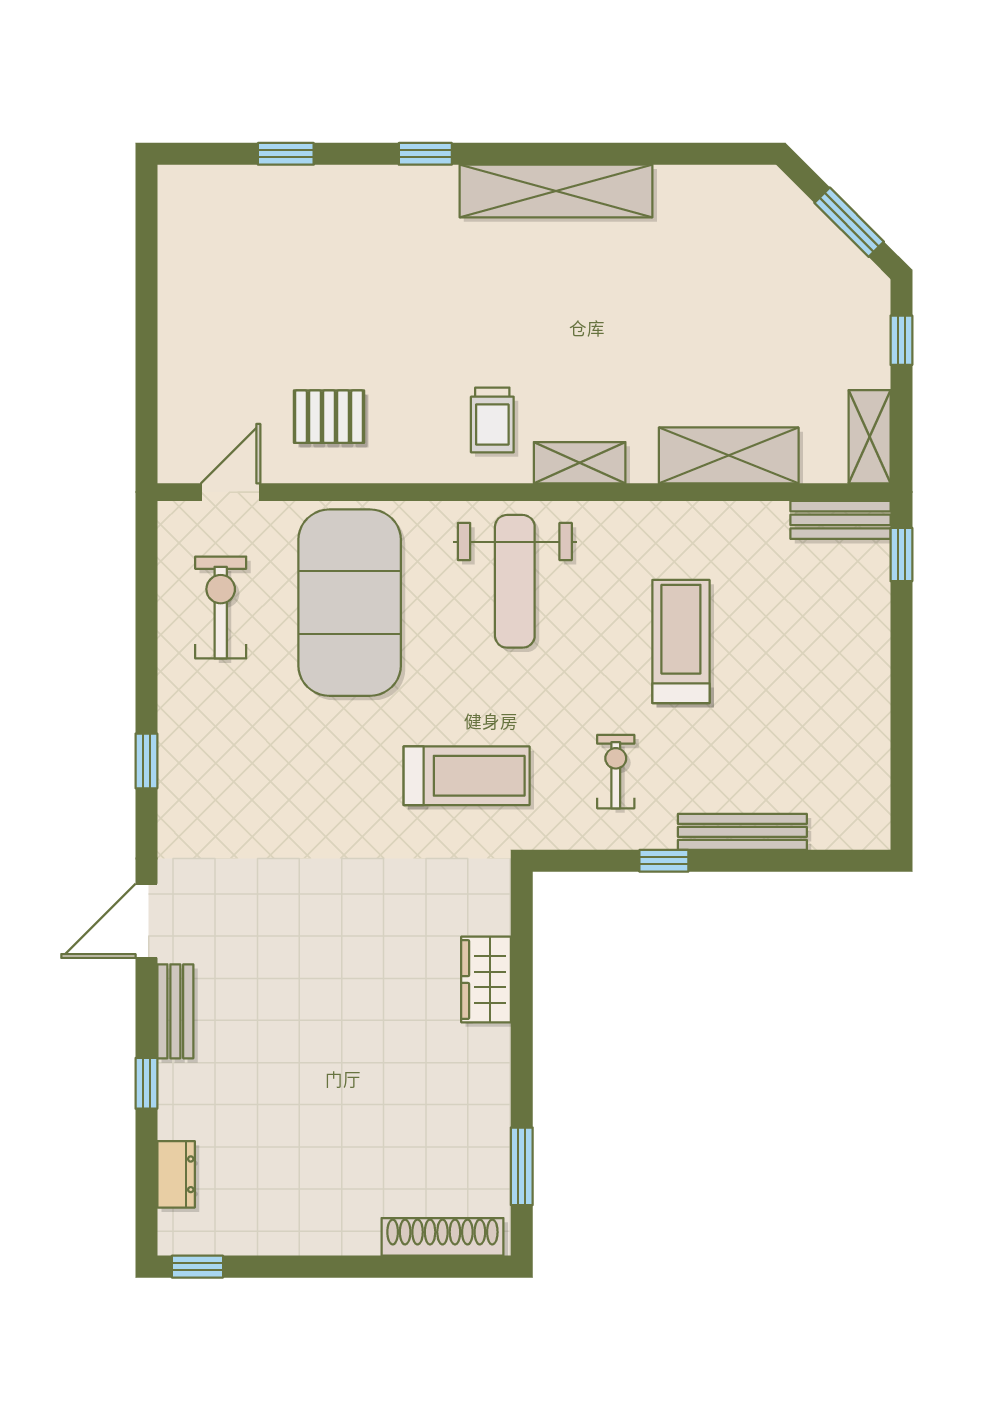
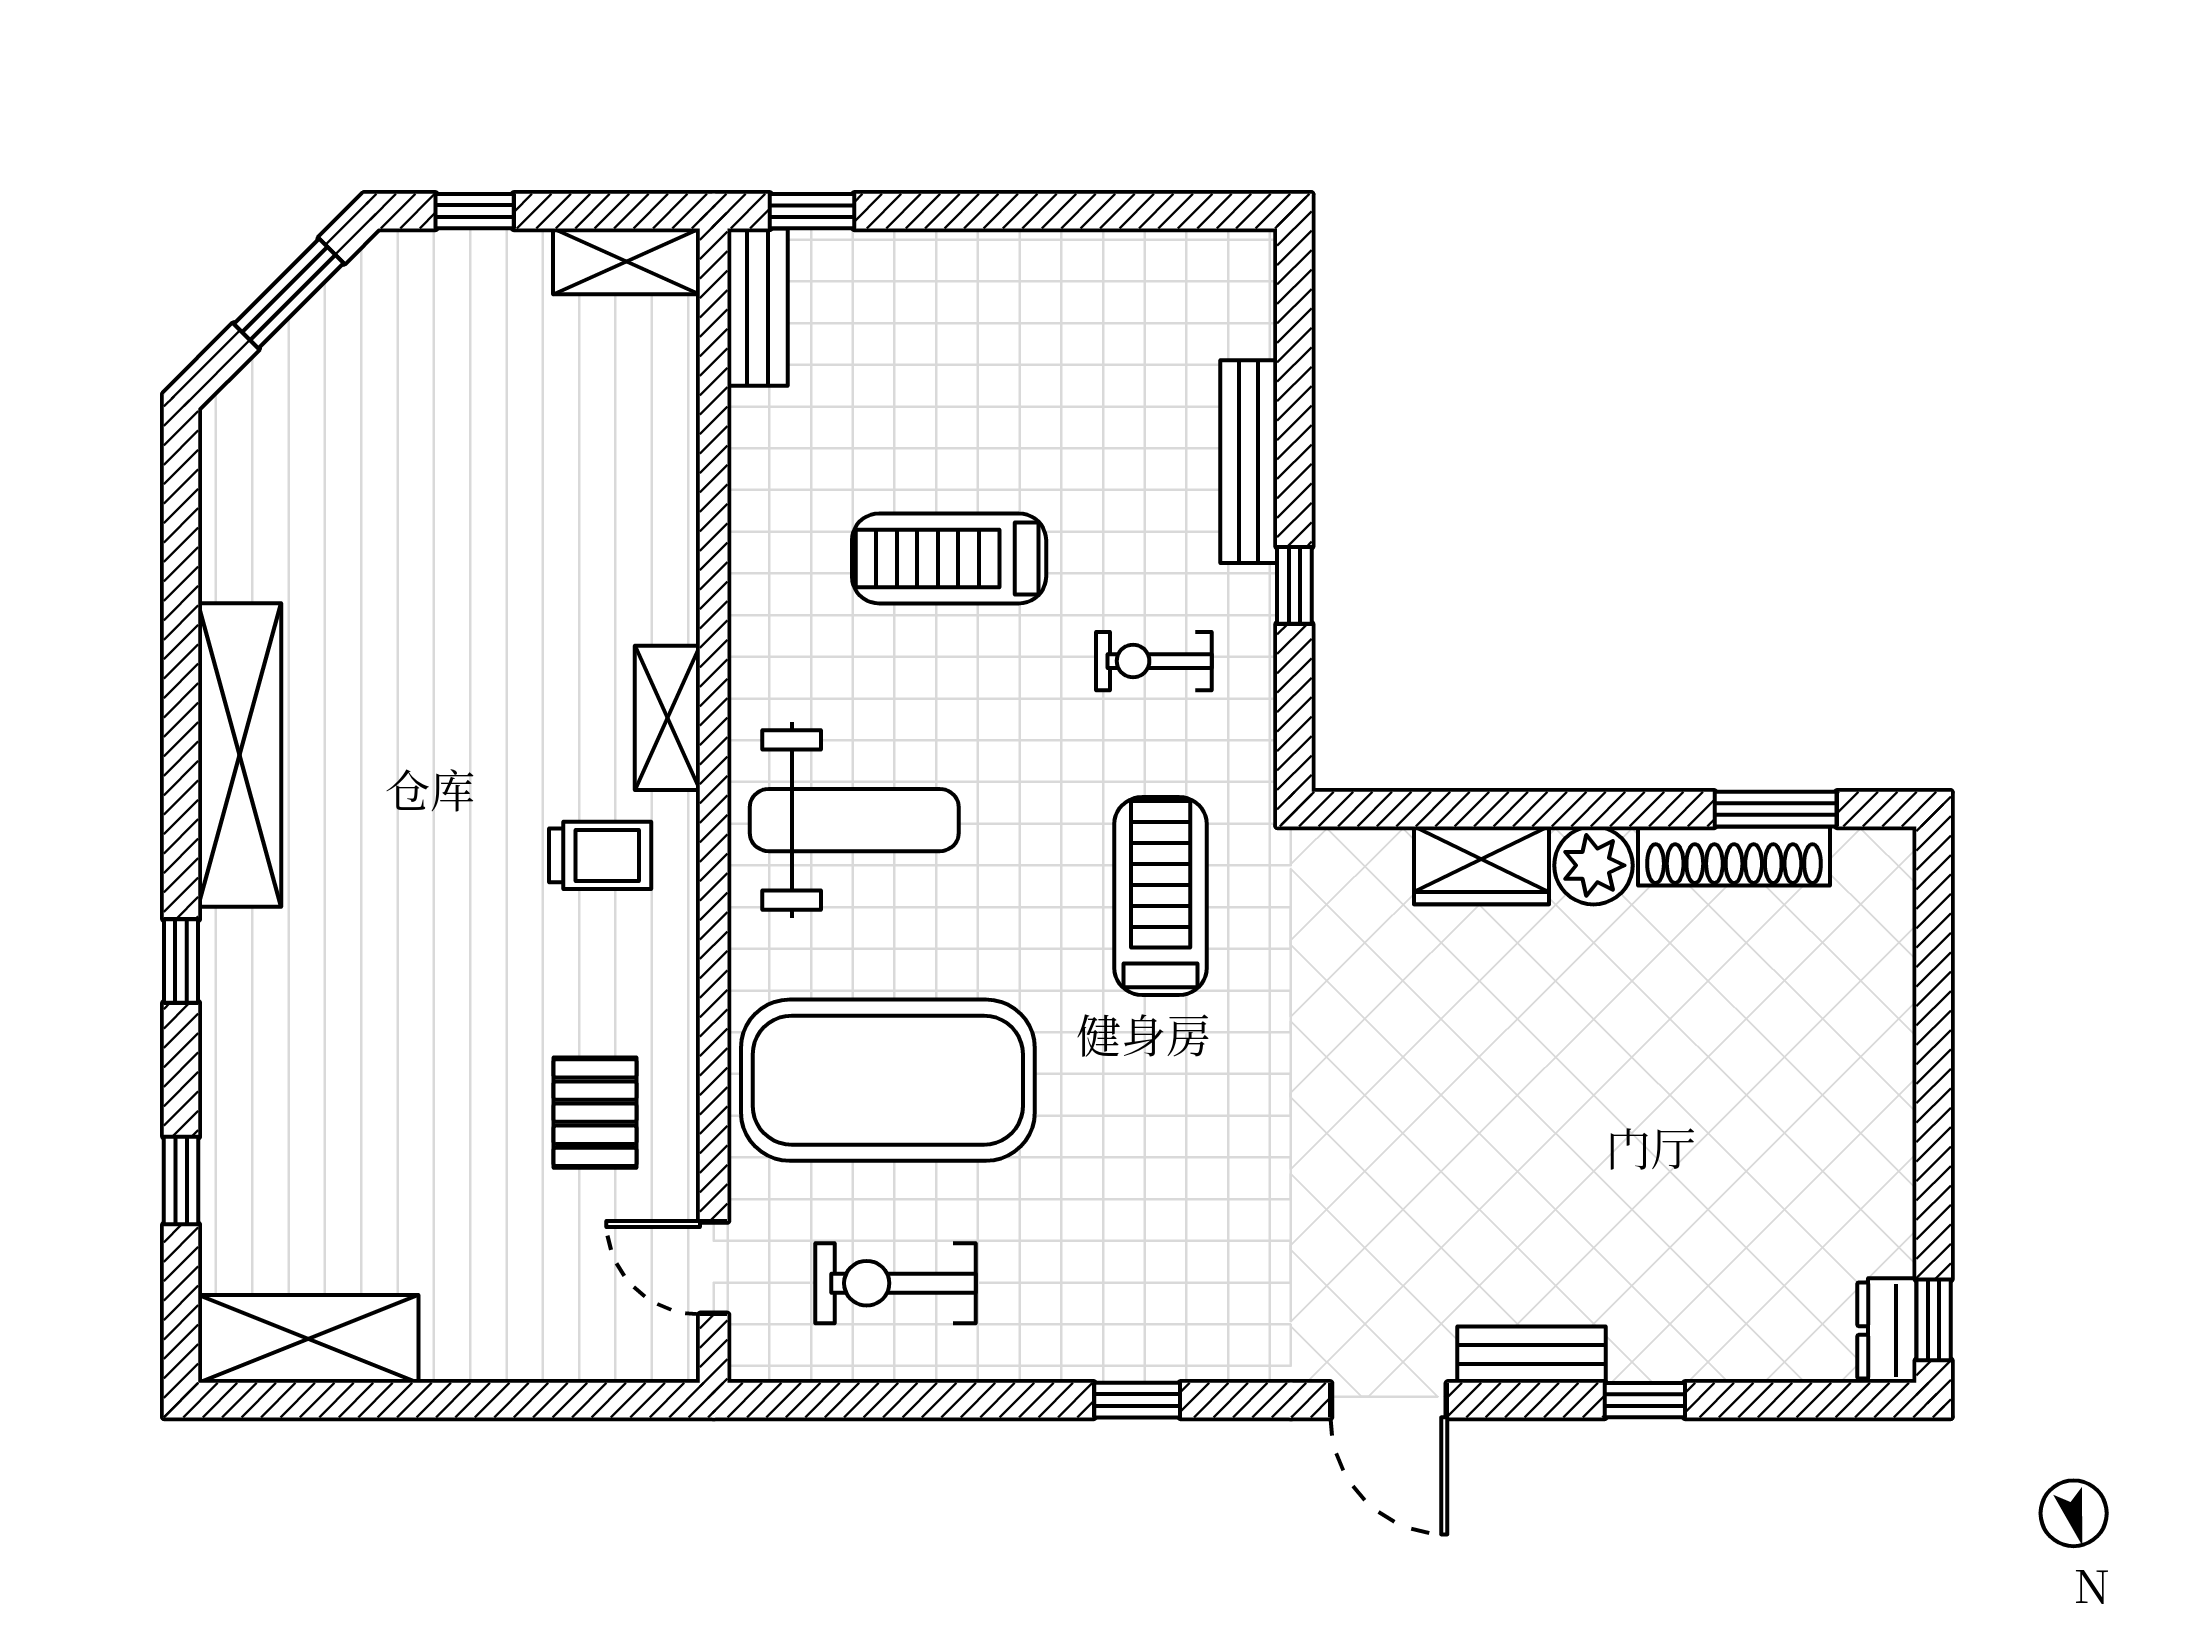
shelving: (729, 455) -> (308, 1339), moved, turned 90
plant: (486, 1051) -> (1593, 865), added
dresser: (176, 1174) -> (1887, 1331), moved, turned -90
shoe rack: (442, 1237) -> (1734, 856), moved, turned -90

